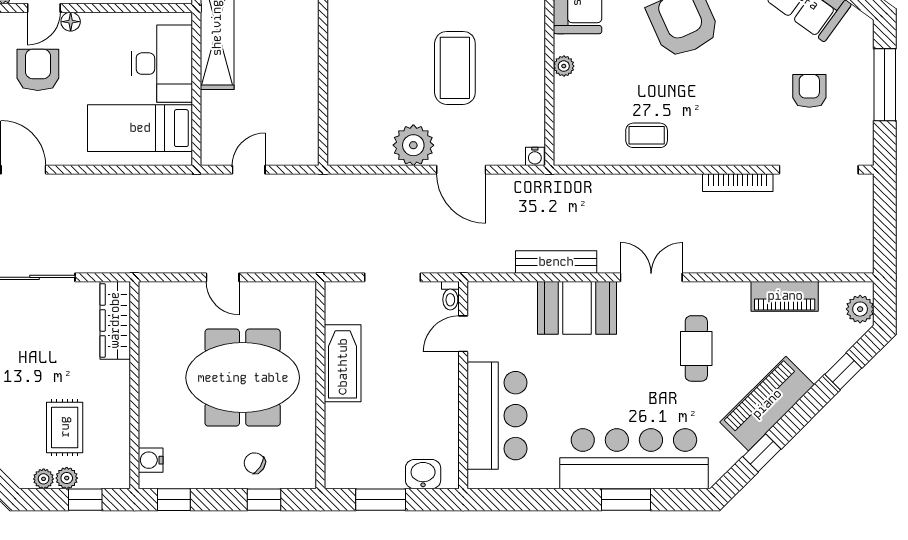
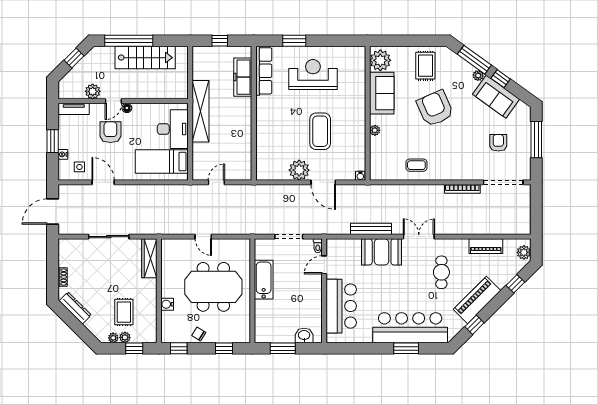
water cooler: (151, 460) -> (167, 304), moved
chair: (255, 463) -> (199, 334), moved

